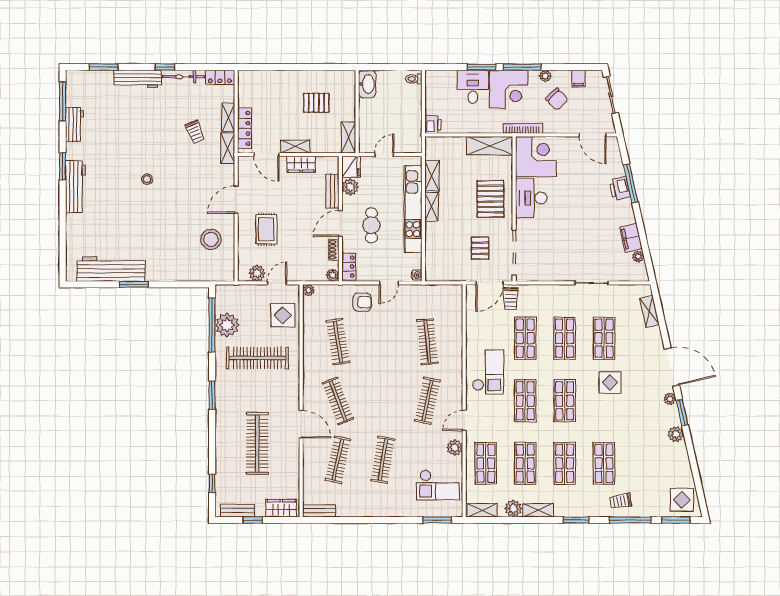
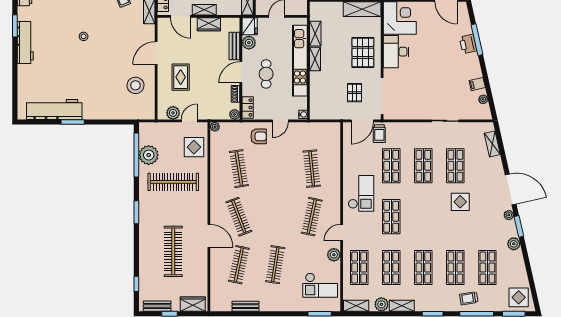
filing cabinet: (631, 238) -> (477, 84), width x0.50
shop shelf: (565, 401) -> (487, 268), moved
bench: (319, 511) -> (246, 306), moved

